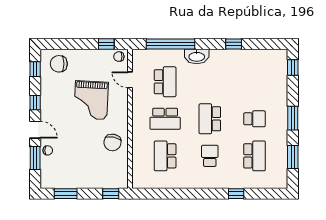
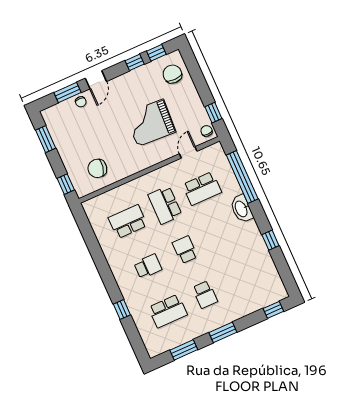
window: (35, 103) -> (135, 62), moved
school desk: (210, 119) -> (185, 250), width x0.54
chair: (112, 142) -> (97, 168), moved

